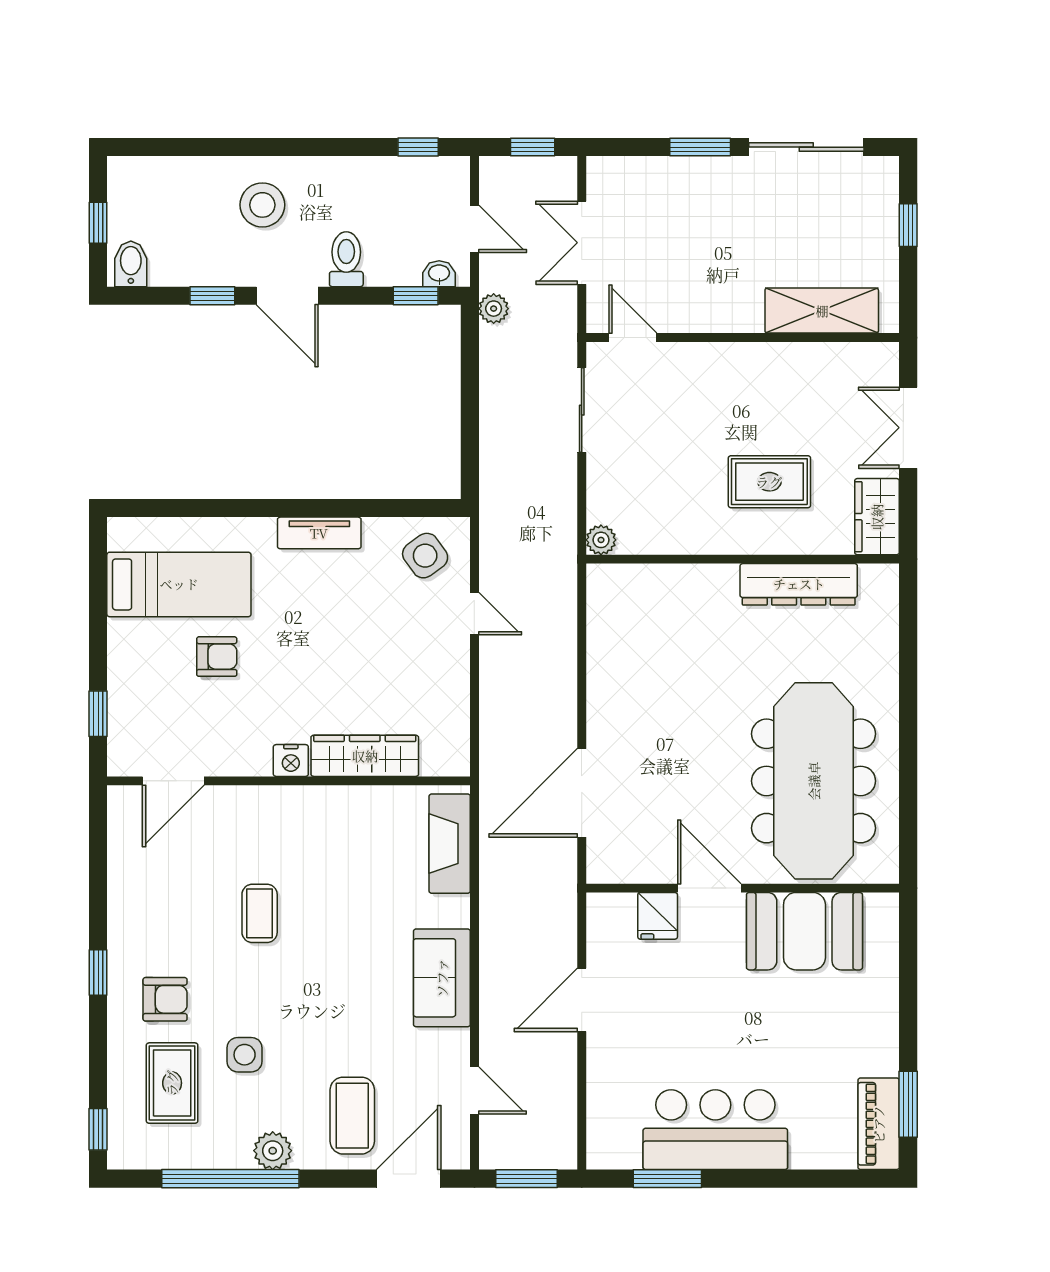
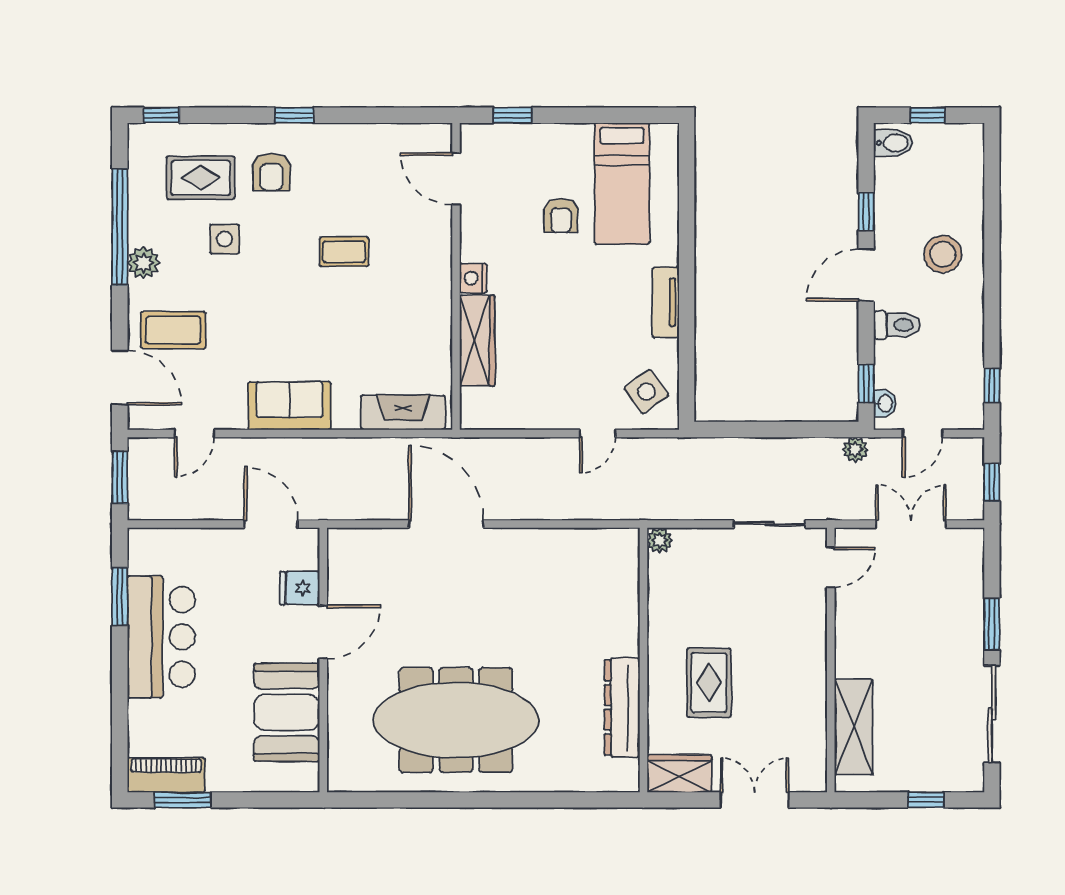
door: (709, 888) -> (323, 632), moved
wall: (743, 888) -> (323, 660), moved
fridge: (658, 916) -> (300, 588), moved
booth: (804, 931) -> (287, 712), moved

